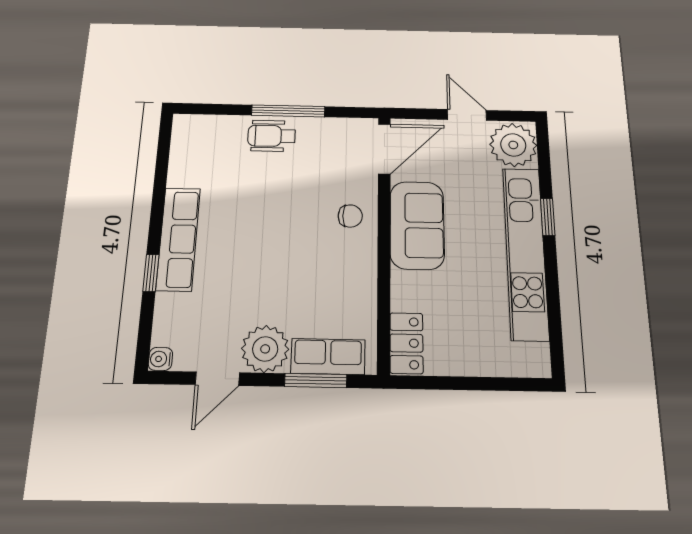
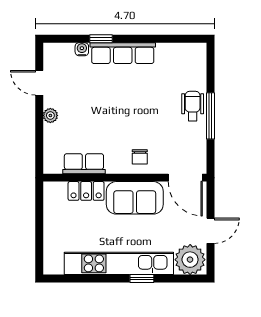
locker: (406, 343) -> (86, 191), moved
plant: (265, 349) -> (50, 115), width x0.53, depth x0.53
row of seats: (328, 356) -> (84, 164), moved, turned -90
water cooler: (160, 359) -> (82, 49), moved
window: (316, 381) -> (39, 139), removed

